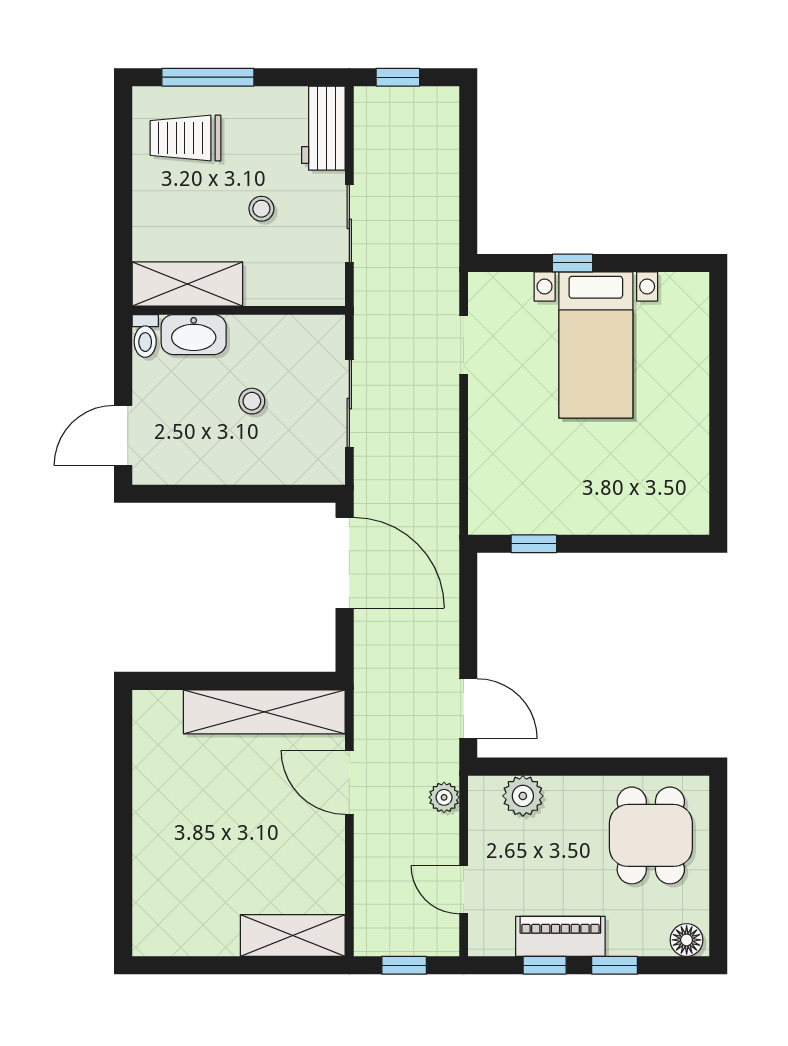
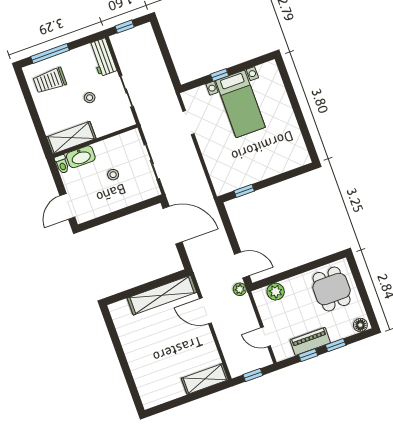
plant: (444, 797) -> (240, 289), moved

